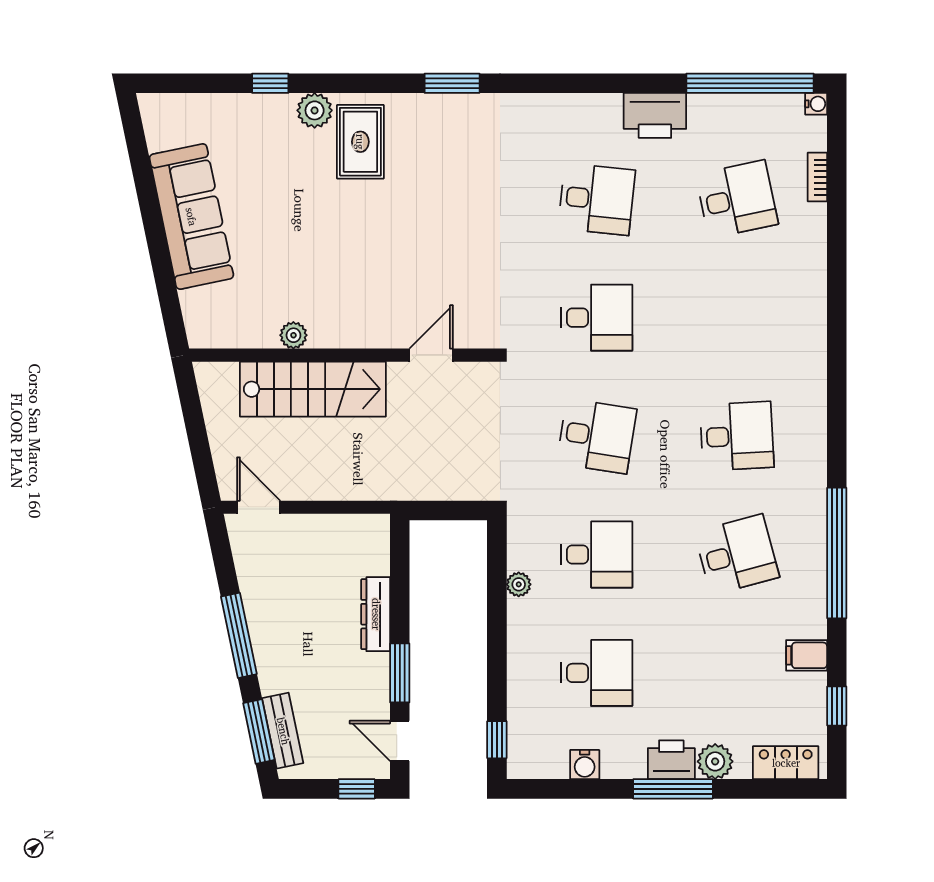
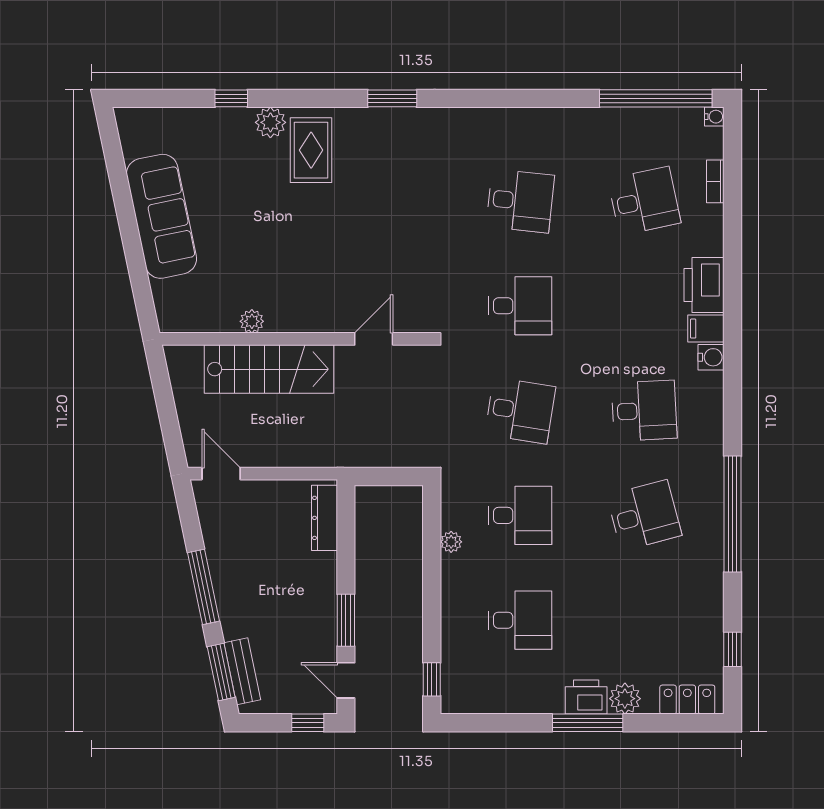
printer: (655, 115) -> (704, 285), moved, turned 90
dresser: (376, 614) -> (324, 518), moved
filing cabinet: (807, 655) -> (706, 329), moved
water cooler: (585, 765) -> (711, 357), moved, turned -90

